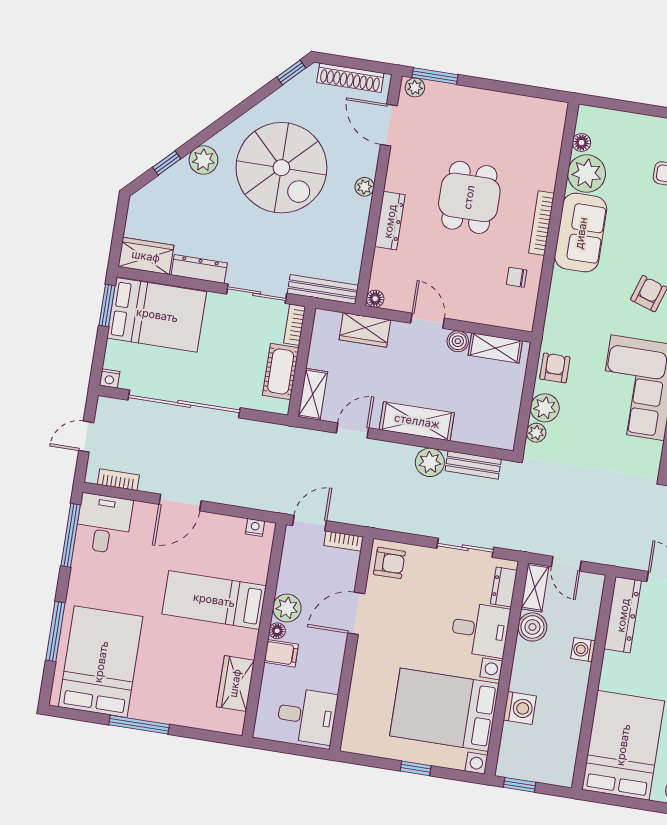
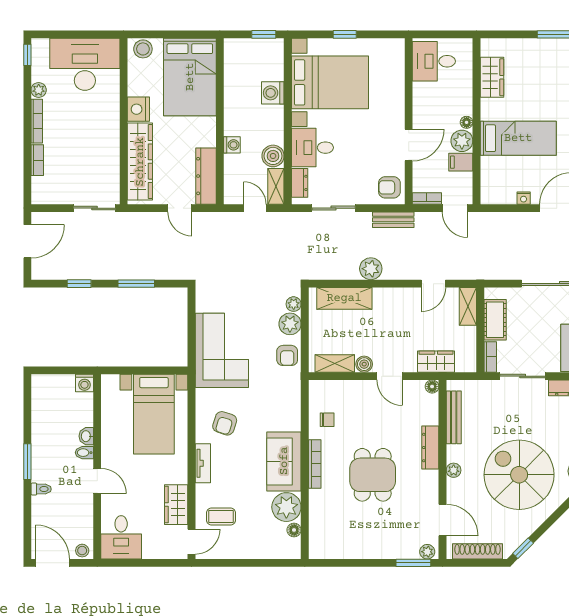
bench: (323, 289) -> (454, 417), moved, turned 90
shelving: (417, 421) -> (344, 298), moved
bench: (473, 465) -> (393, 220), moved
door: (310, 523) -> (455, 208), hinge flipped
nightstand: (255, 527) -> (524, 198), moved
filing cabinet: (281, 653) -> (461, 162), moved

